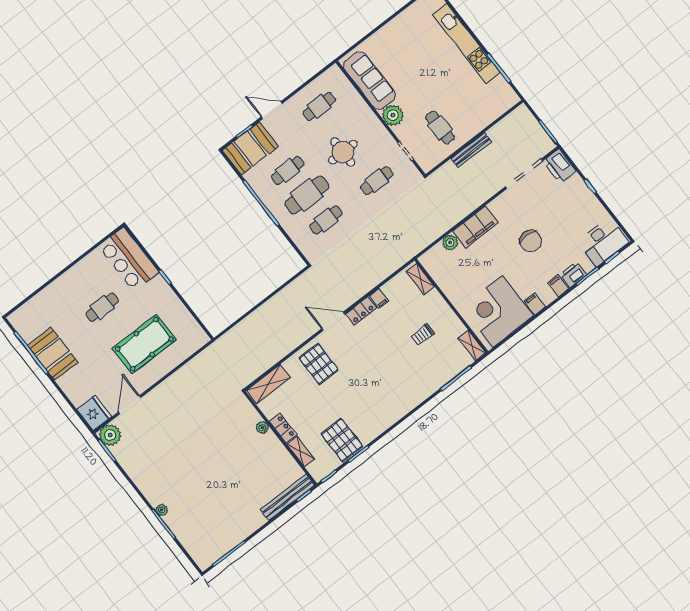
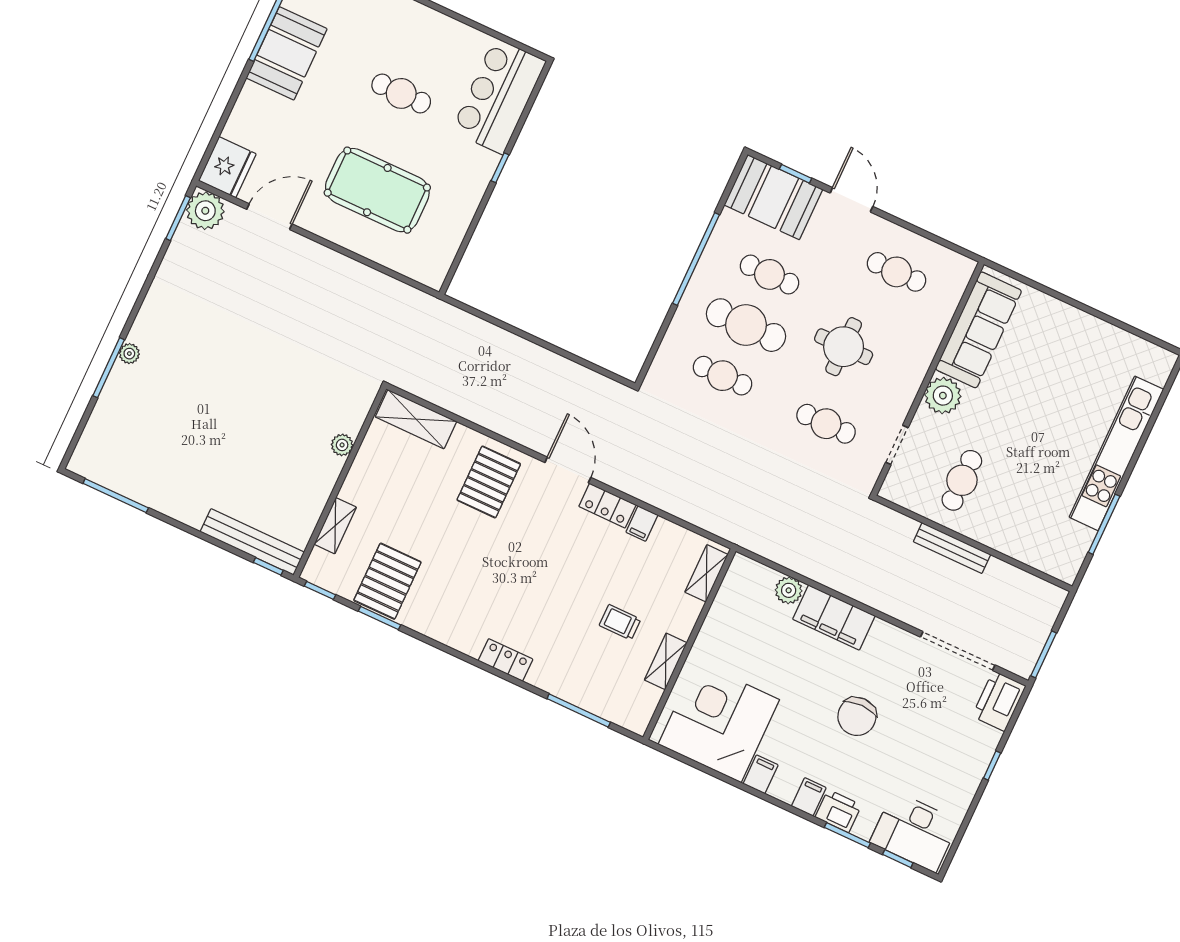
shelving: (472, 345) -> (666, 661), moved
locker: (283, 428) -> (505, 660), moved, turned -90

